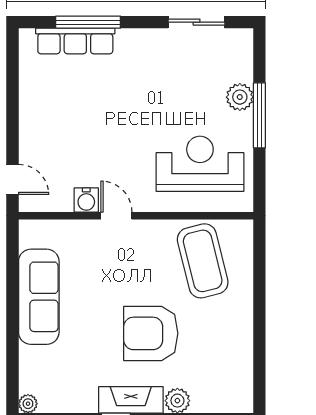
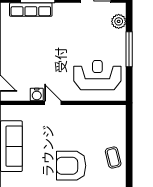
plant: (240, 97) -> (119, 21), moved
coffee table: (203, 261) -> (113, 158), moved, width x0.54, depth x0.58

